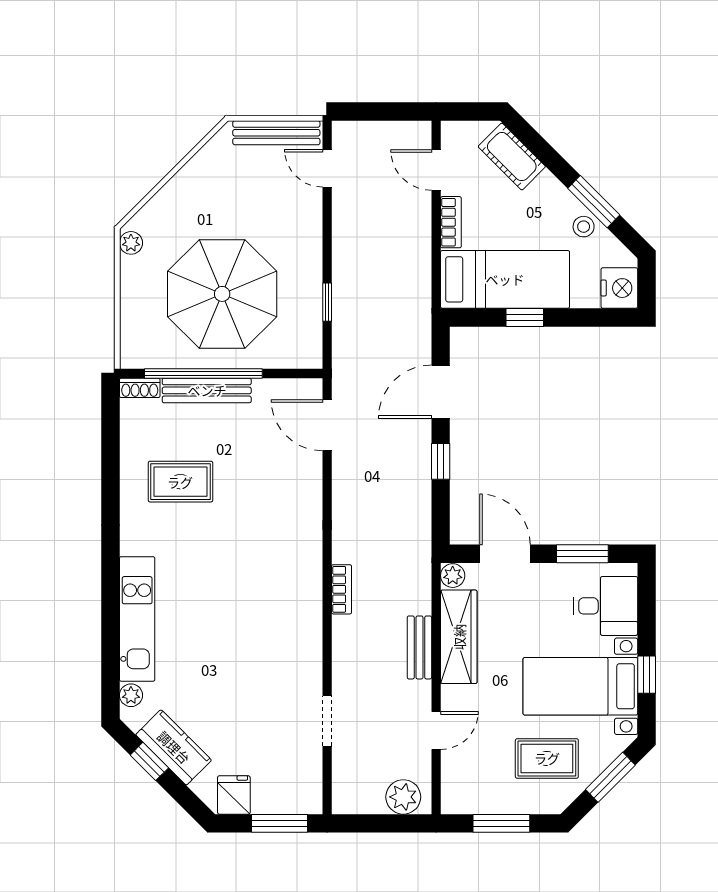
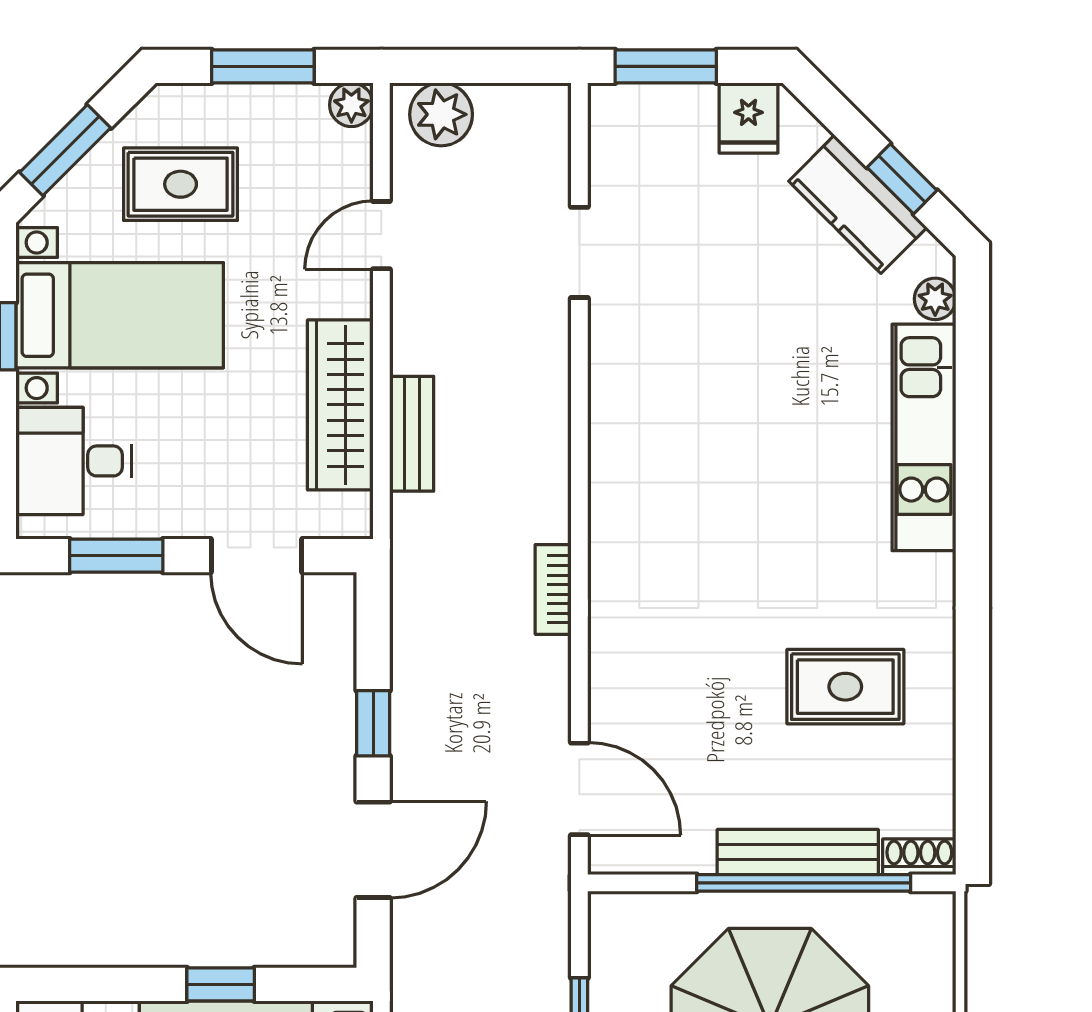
plant: (453, 576) -> (351, 105), moved
bookcase: (341, 589) -> (553, 589), moved
bench: (419, 647) -> (412, 434), moved

